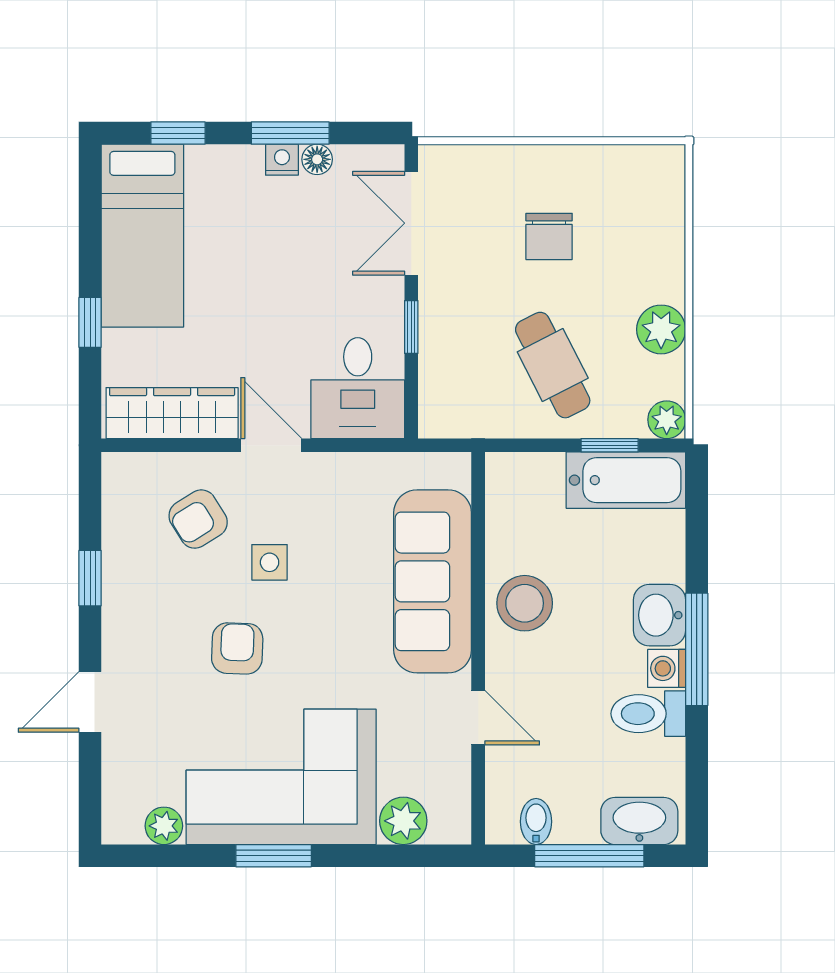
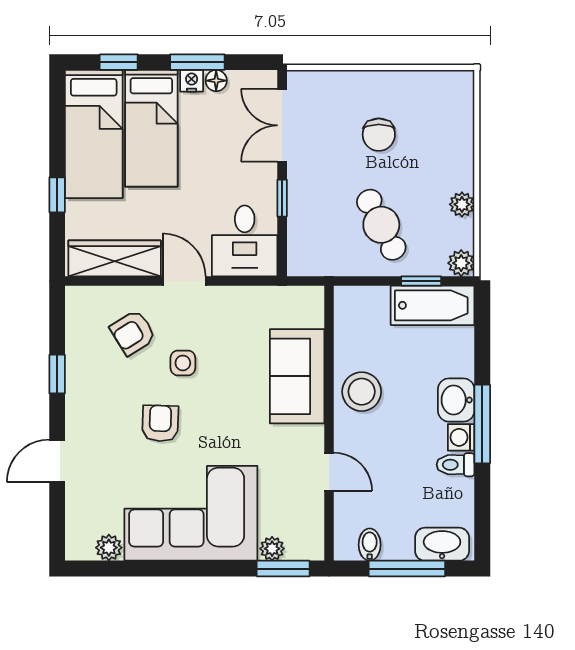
bed: (225, 227) -> (151, 128), added
plant: (661, 329) -> (462, 204), width x0.73, depth x0.73
sofa: (433, 581) -> (297, 376), width x0.73
toilet: (648, 714) -> (456, 465), width x0.73, depth x0.72
plant: (403, 821) -> (272, 549), width x0.73, depth x0.73
window: (274, 856) -> (283, 569), moved

